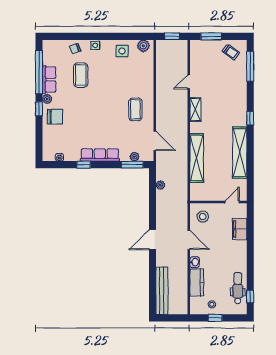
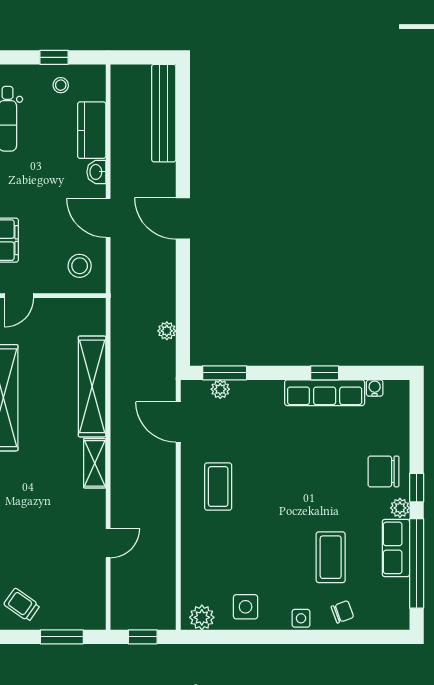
shelving: (195, 109) -> (95, 463), moved
row of seats: (100, 155) -> (325, 393), moved
door: (153, 240) -> (183, 218), swing flipped

